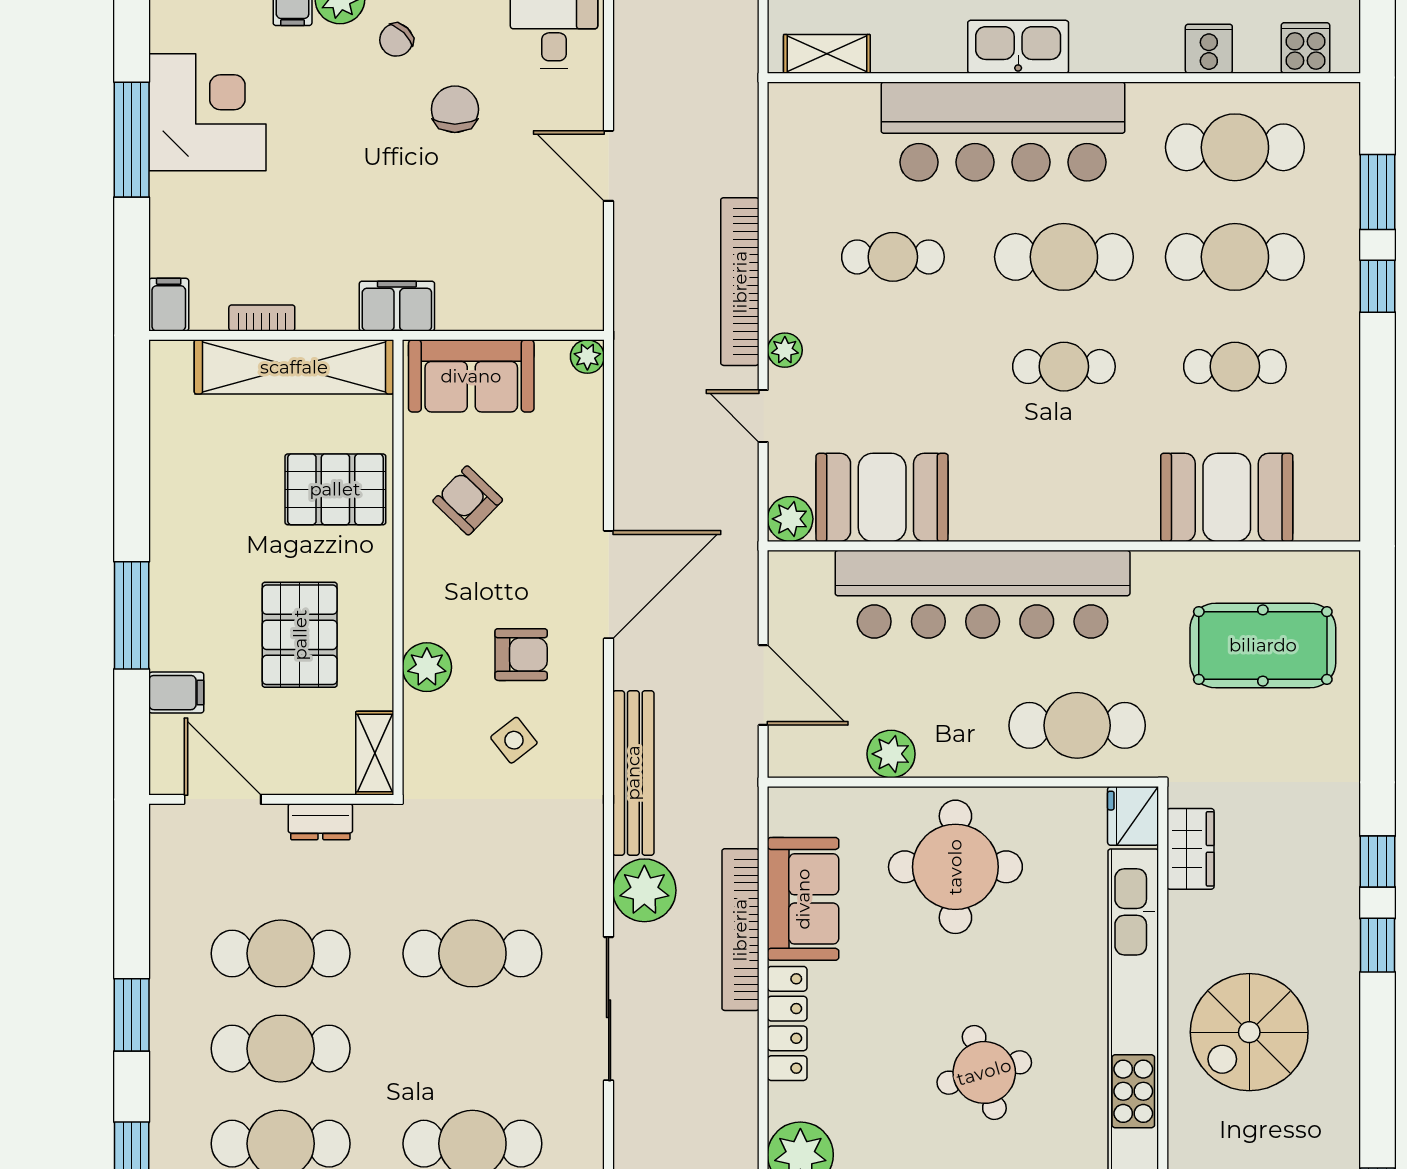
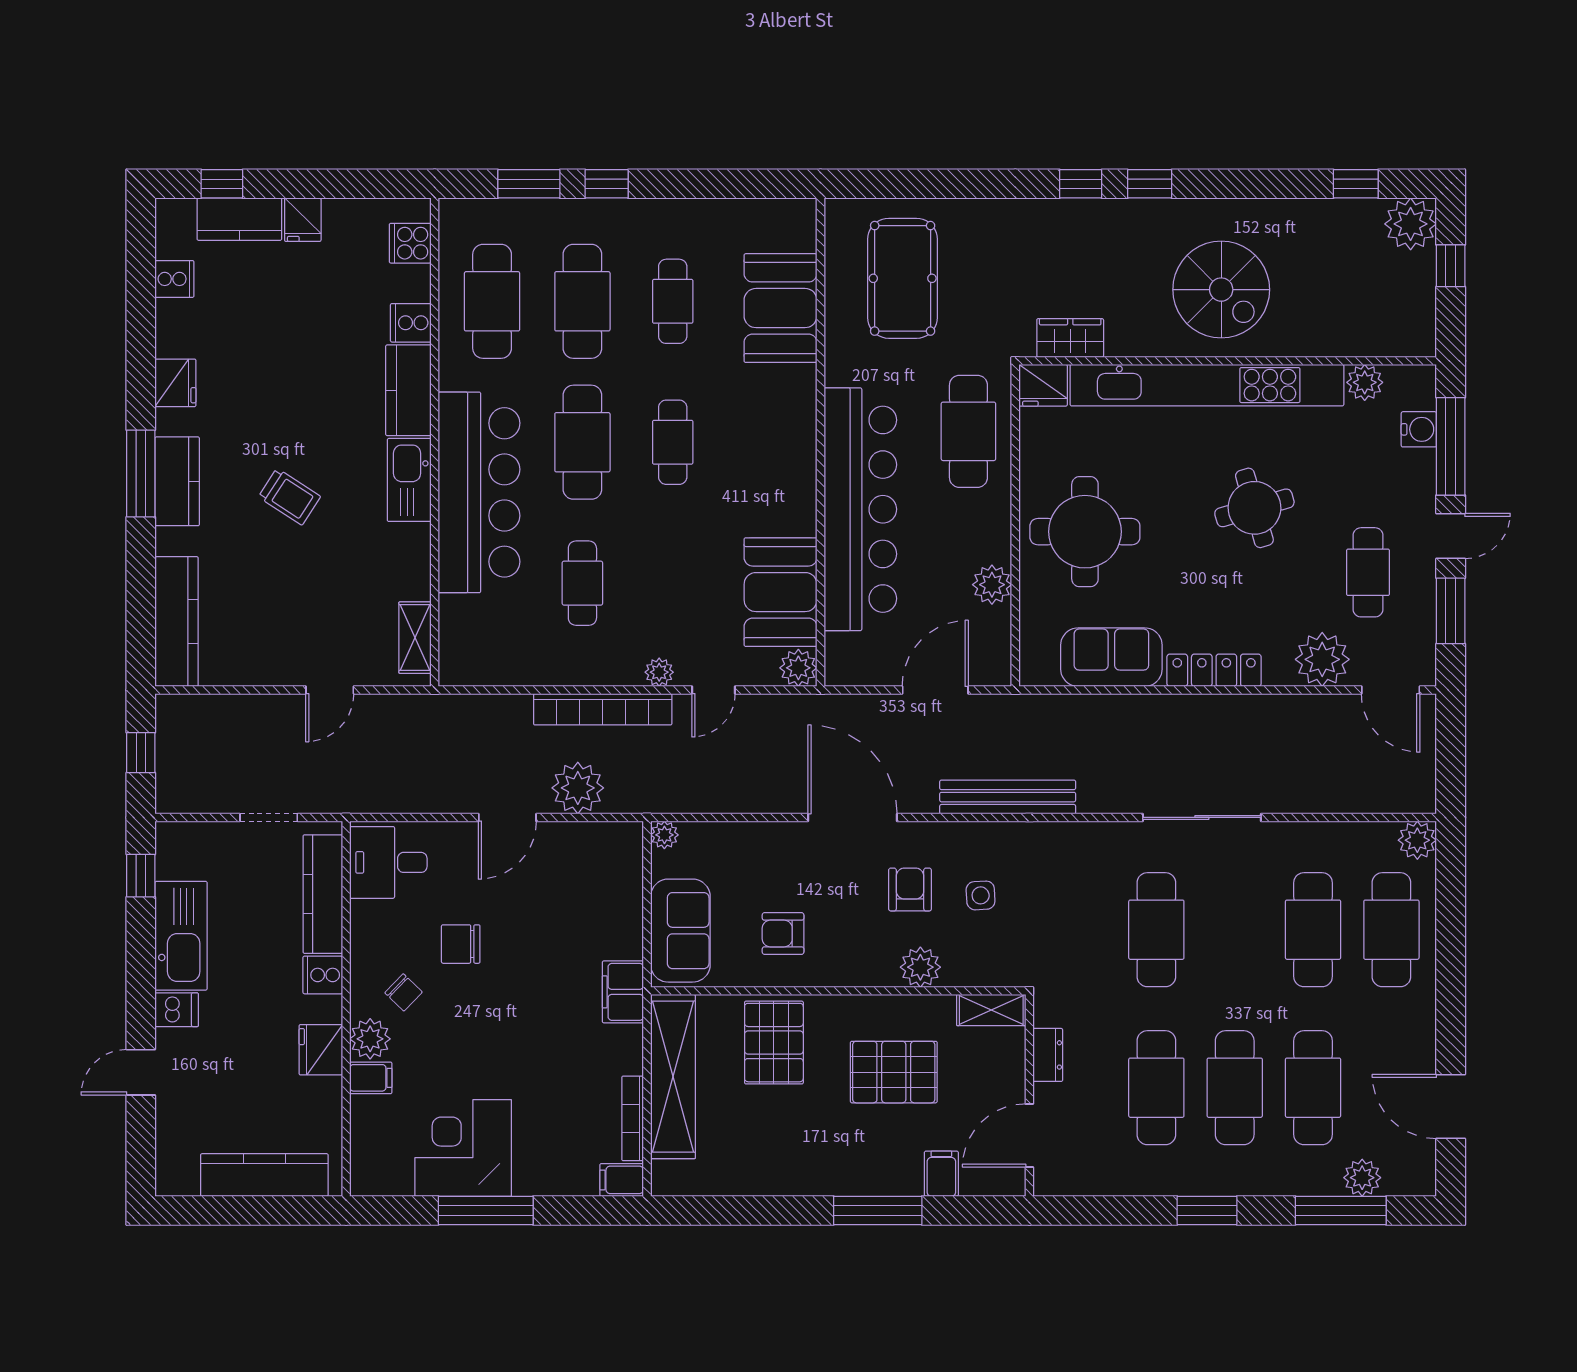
kitchen counter: (1127, 46) -> (408, 390), added
bookcase: (262, 318) -> (633, 1118), width x1.56
armchair: (468, 500) -> (783, 934), turned 46
side table: (514, 740) -> (981, 895), turned 35
plant: (644, 890) -> (578, 788), moved
bookcase: (740, 930) -> (1137, 709), removed

